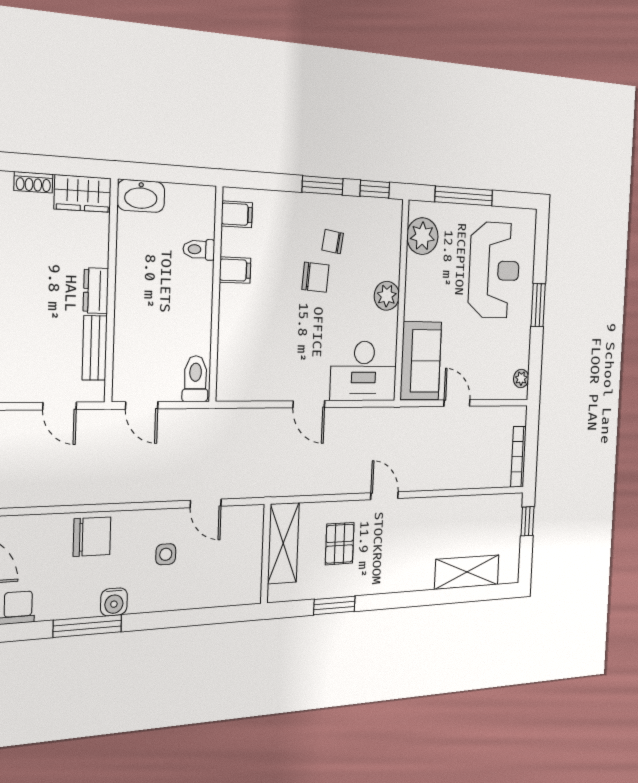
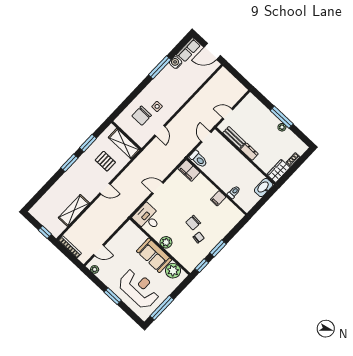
window: (464, 196) -> (162, 308), moved
filing cabinet: (237, 214) -> (189, 171), moved, width x2.00
reception desk: (494, 270) -> (139, 289), turned 180
sofa: (421, 361) -> (154, 255), moved
desk: (364, 371) -> (148, 218), width x0.73
door: (457, 403) -> (99, 250), moved
door: (142, 405) -> (206, 137), hinge flipped
door: (206, 503) -> (160, 131), swing flipped
chair: (92, 537) -> (142, 116), moved
shelving: (467, 572) -> (74, 210), moved
window: (392, 601) -> (69, 163), added
water cooler: (114, 602) -> (176, 62), moved

